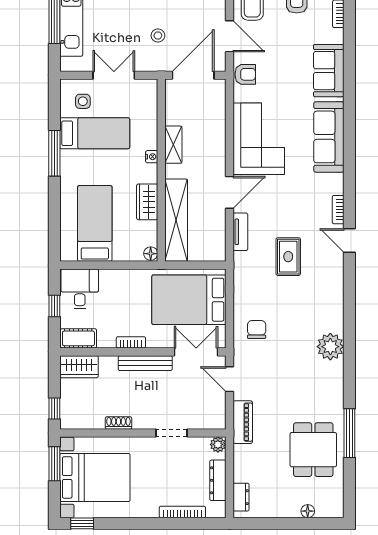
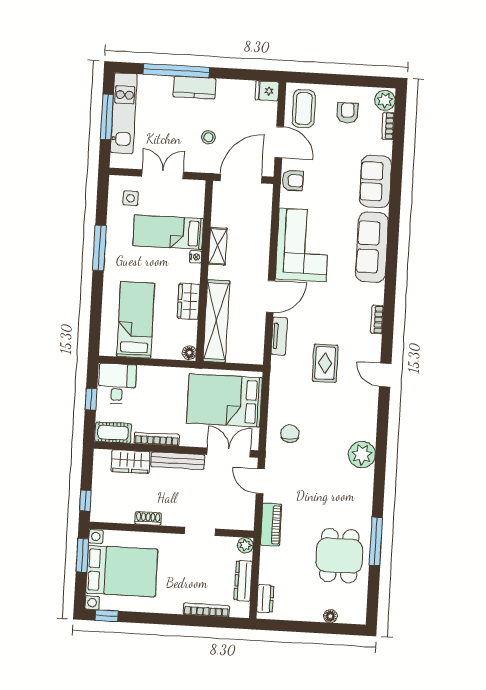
bed: (95, 133) -> (168, 232), moved, turned 180
door: (349, 241) -> (385, 375), moved
bookcase: (131, 342) -> (157, 439), width x1.56
wardrobe: (79, 367) -> (131, 462), moved

